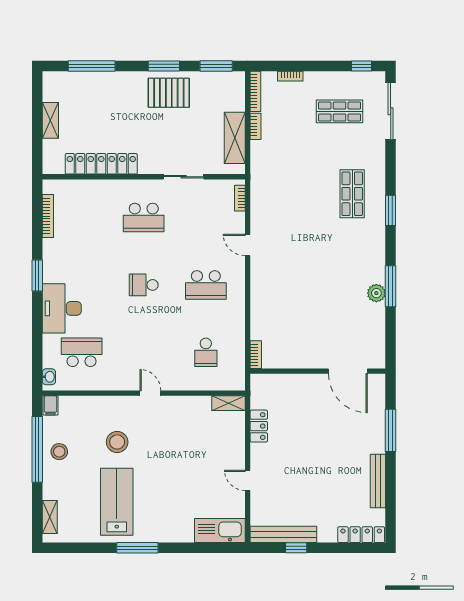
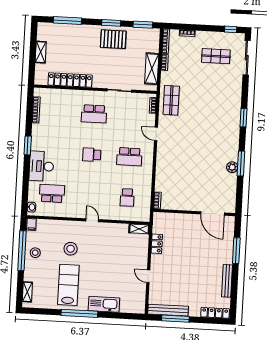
shop shelf: (352, 194) -> (171, 100), moved
kitchen sink: (220, 531) -> (104, 304), moved
window: (137, 548) -> (79, 313), width x1.46
window: (296, 548) -> (175, 319), width x2.17

